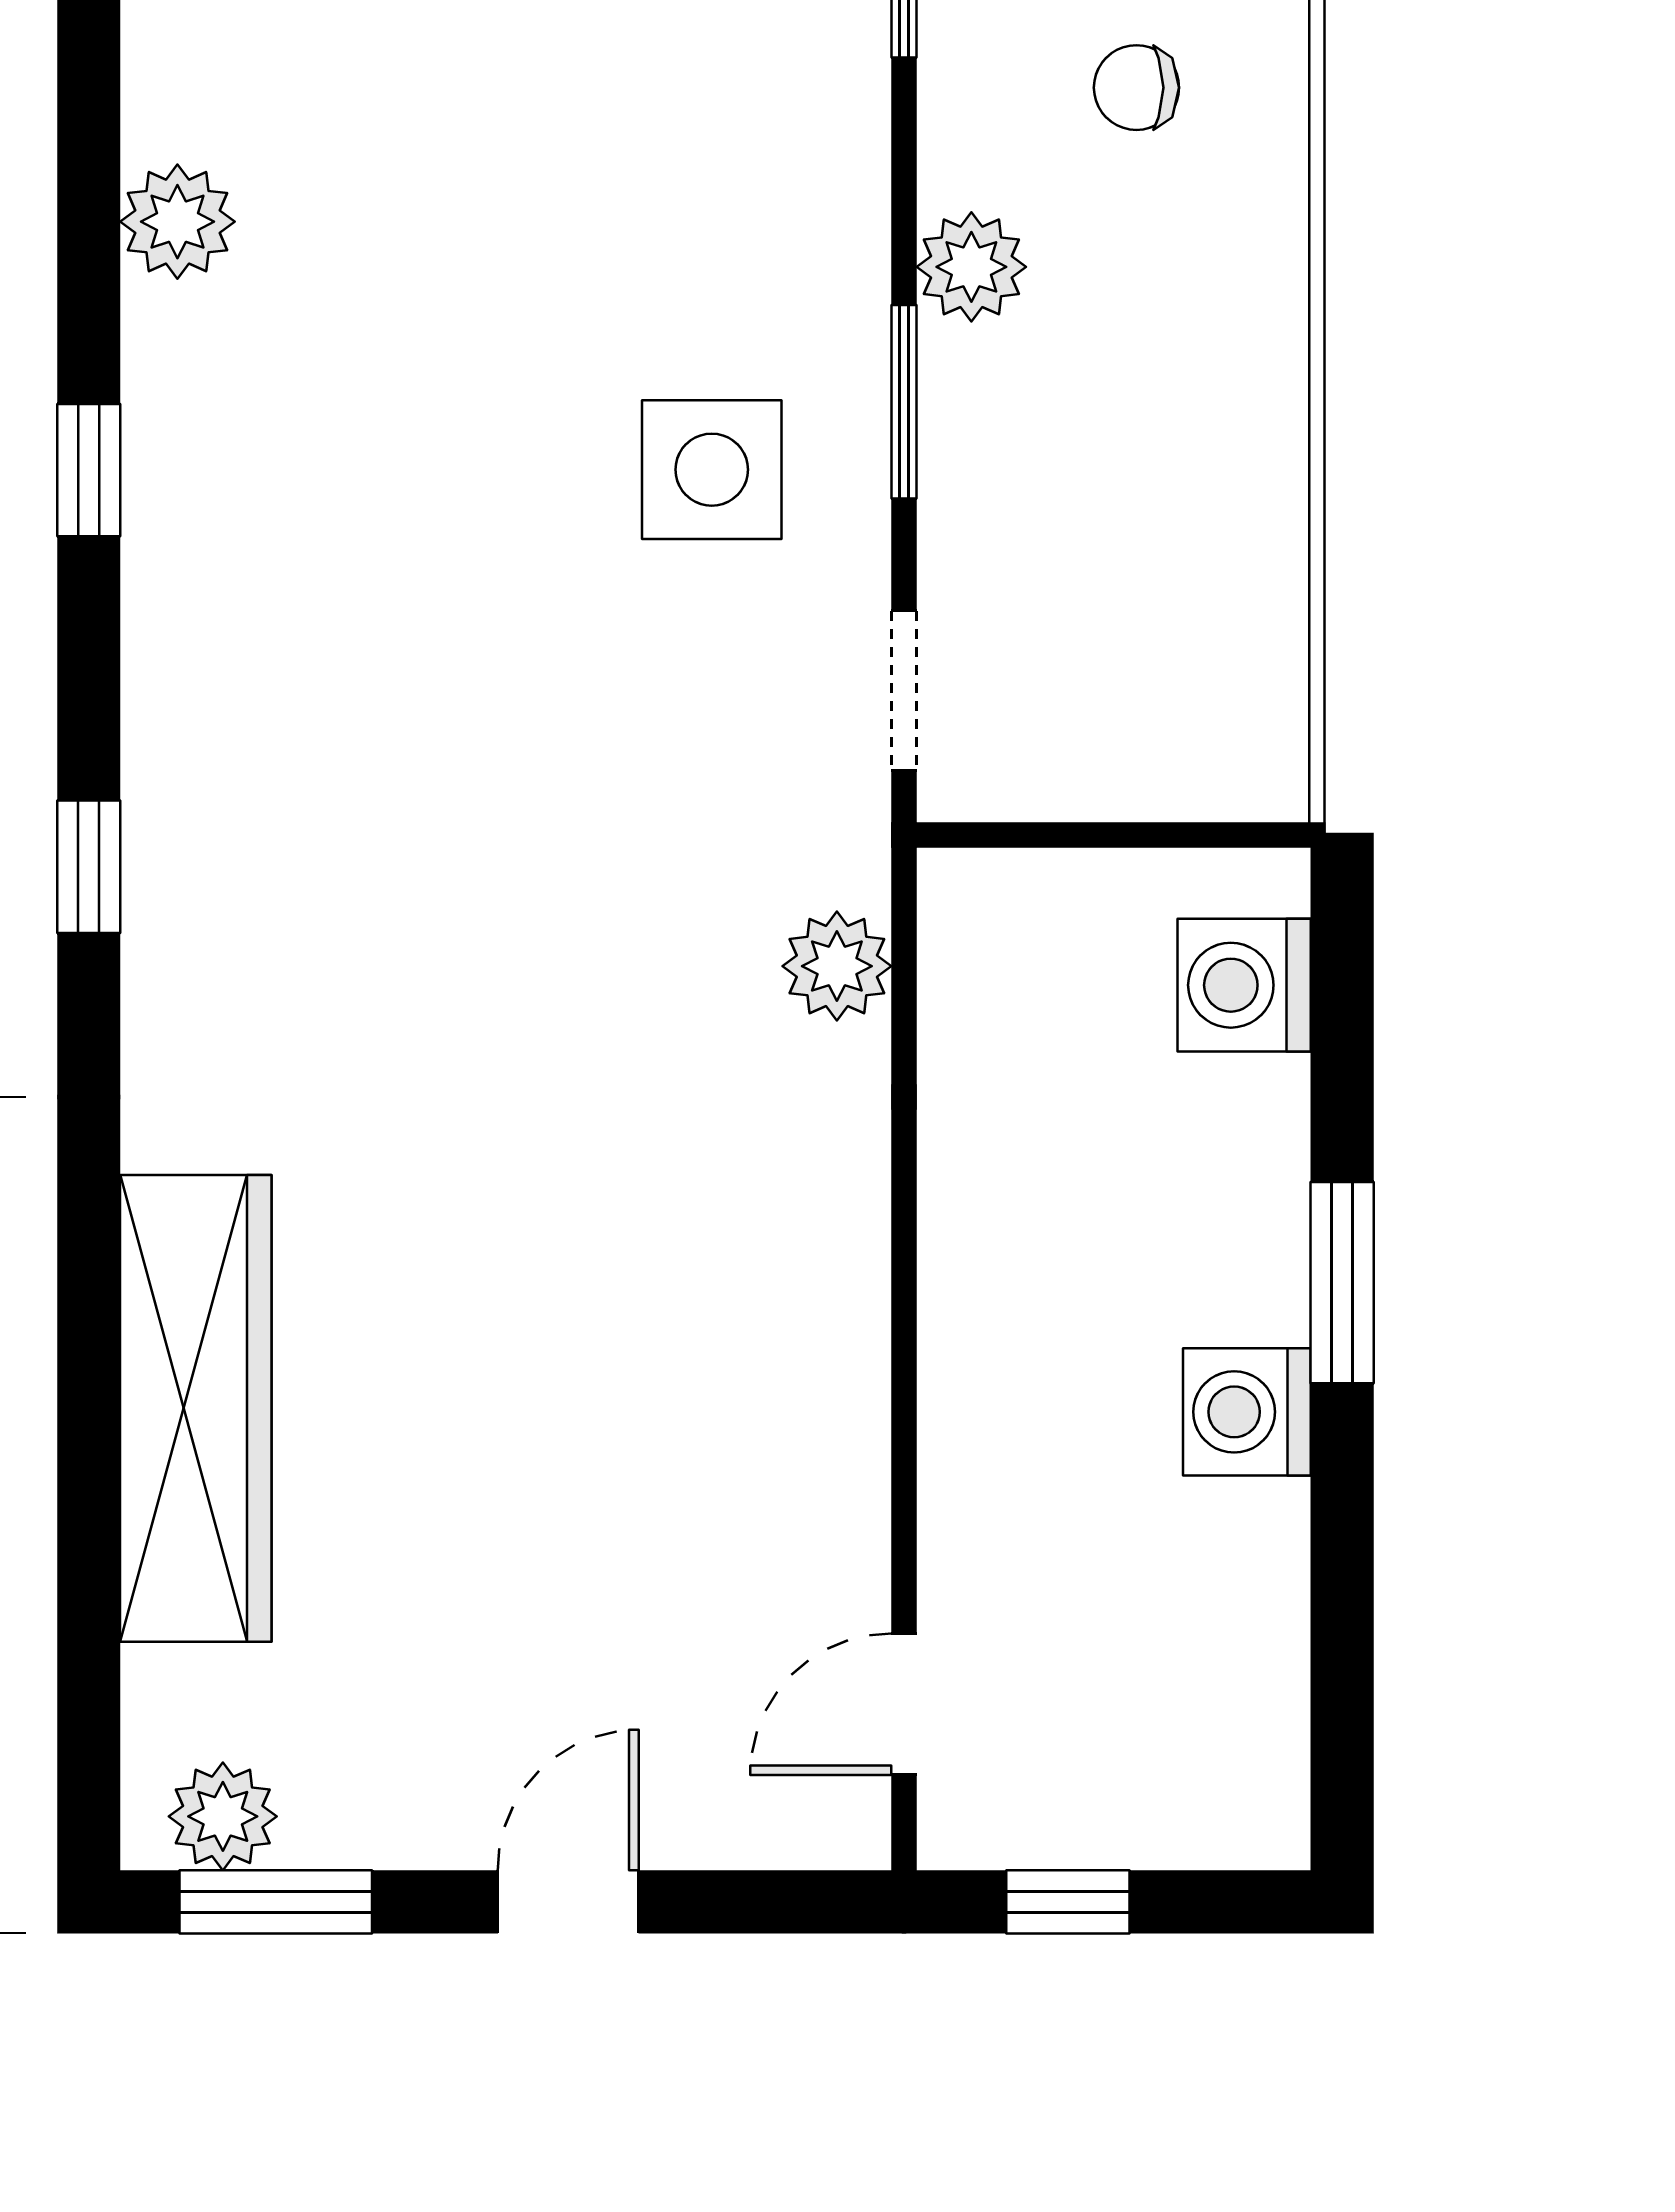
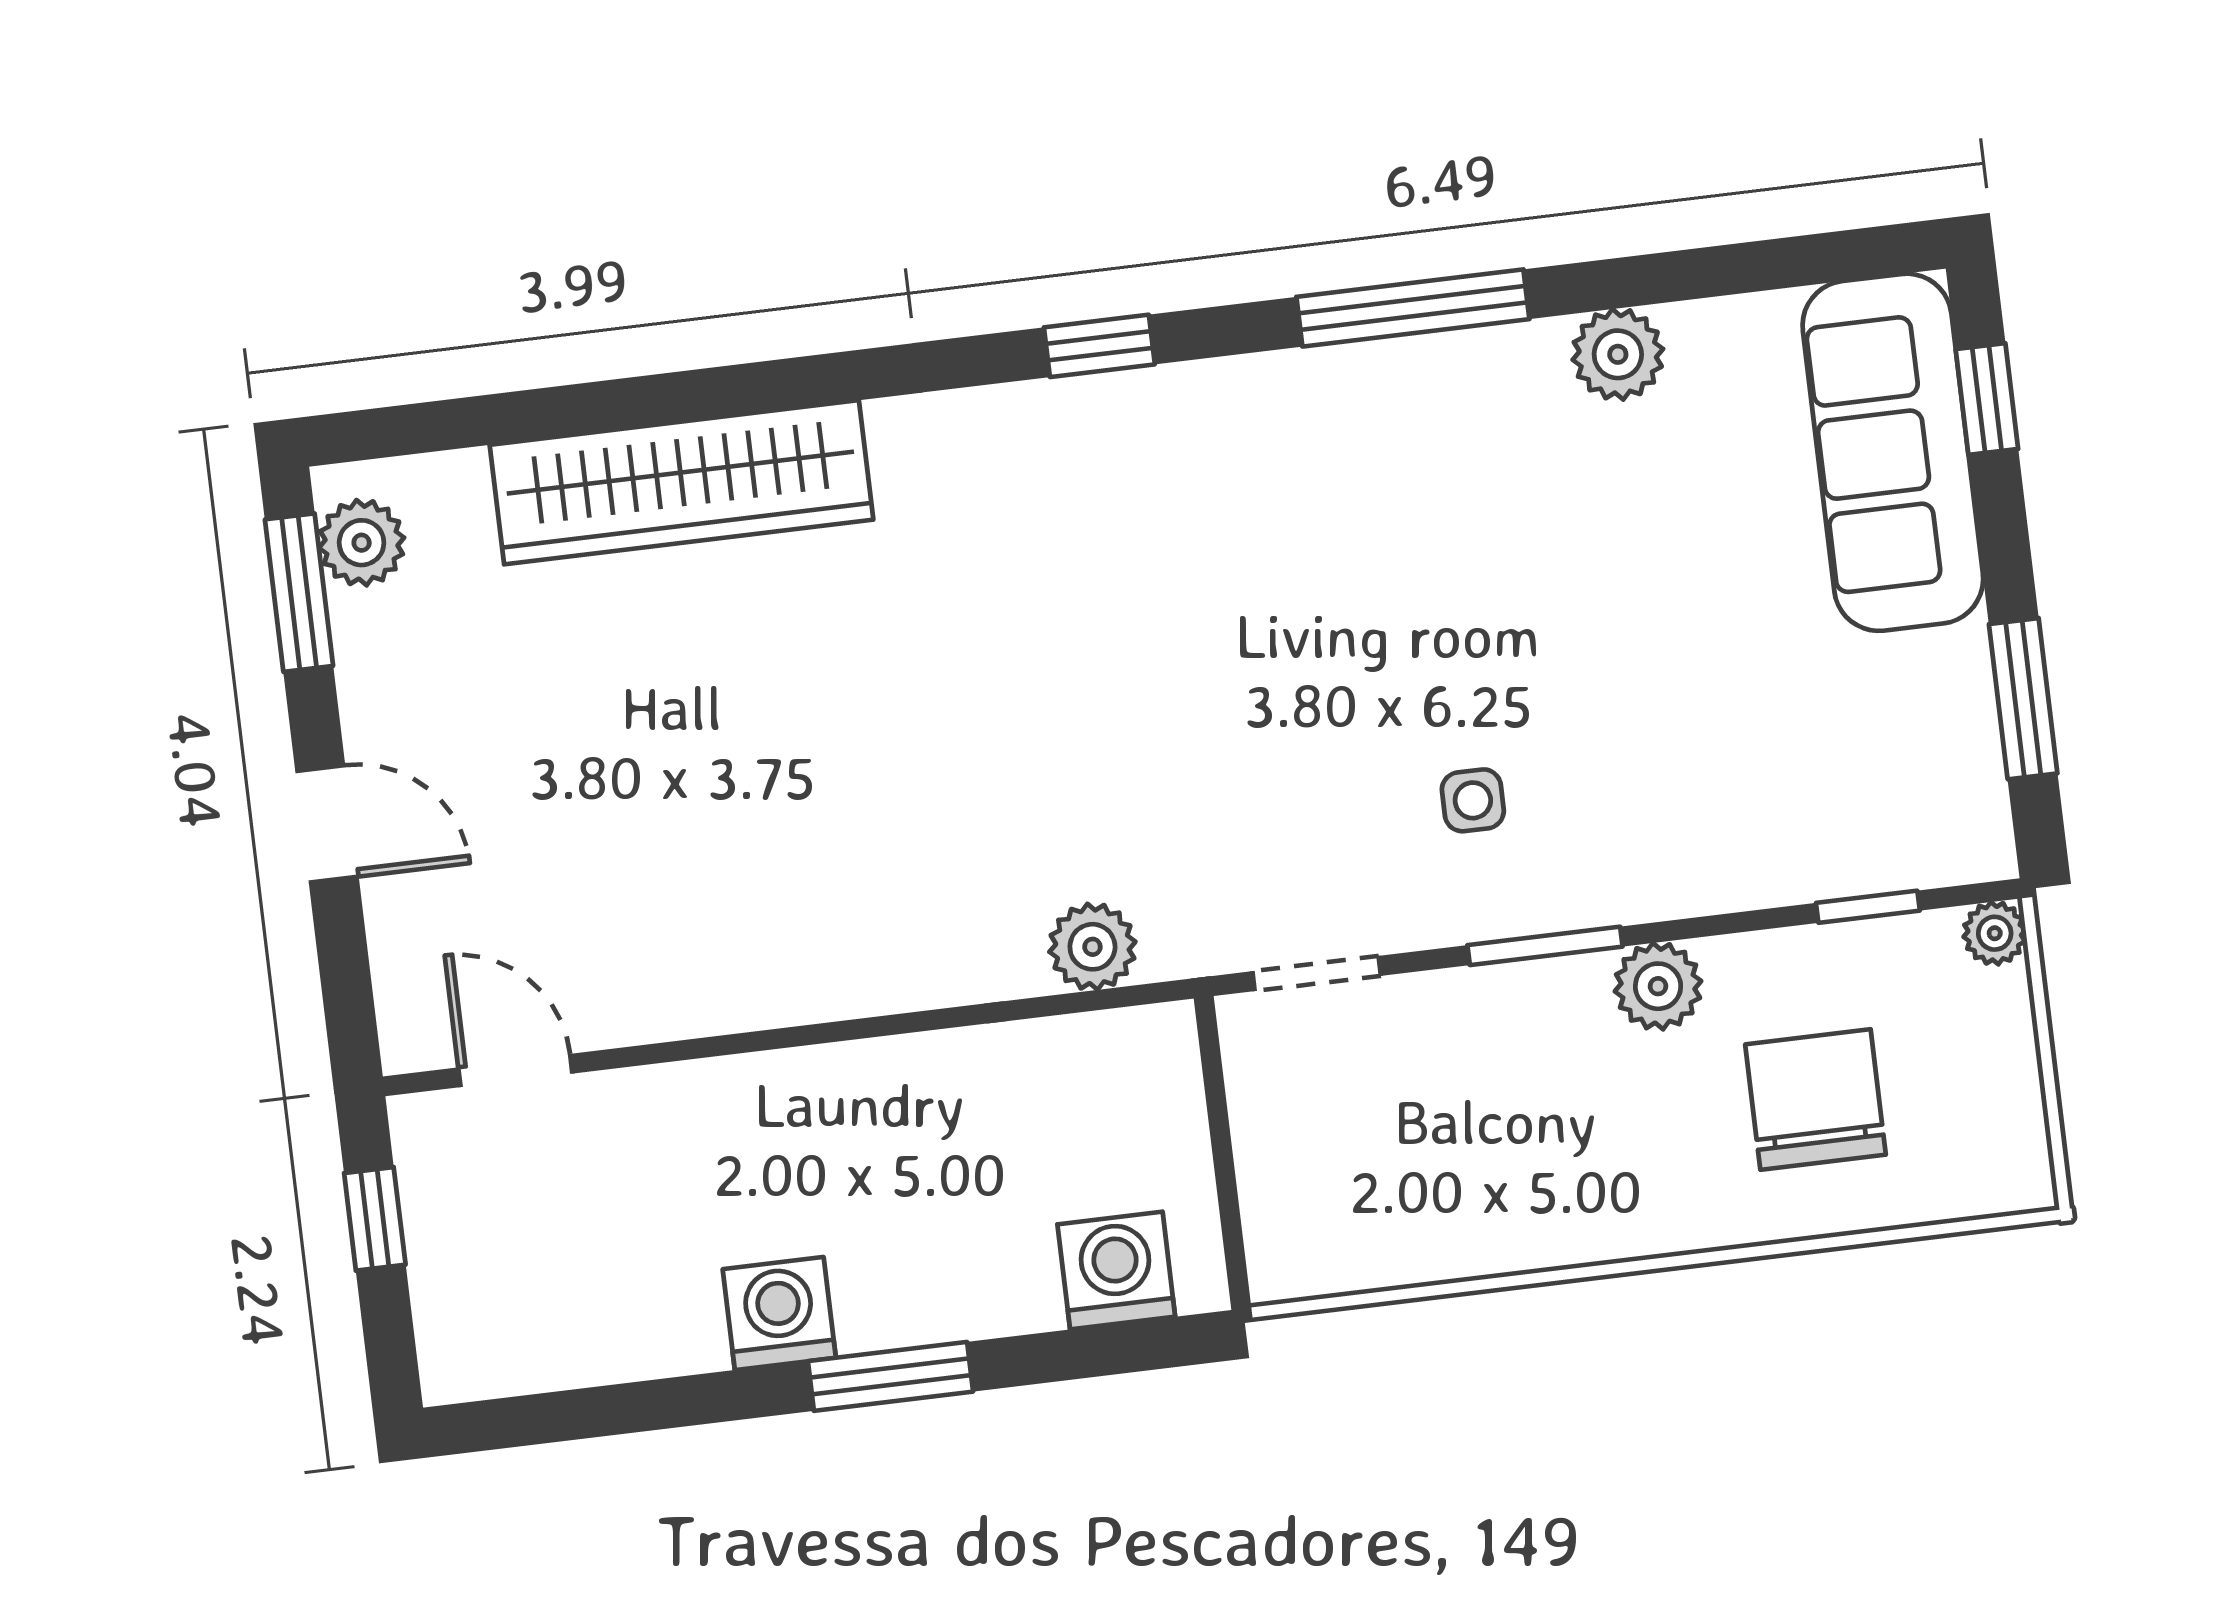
chair: (1136, 88) -> (1816, 1100), width x1.87, depth x1.87
window: (89, 470) -> (1413, 308), width x2.17
side table: (712, 470) -> (1473, 800), width x0.54, depth x0.54

